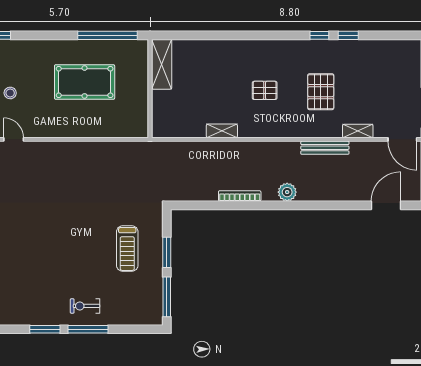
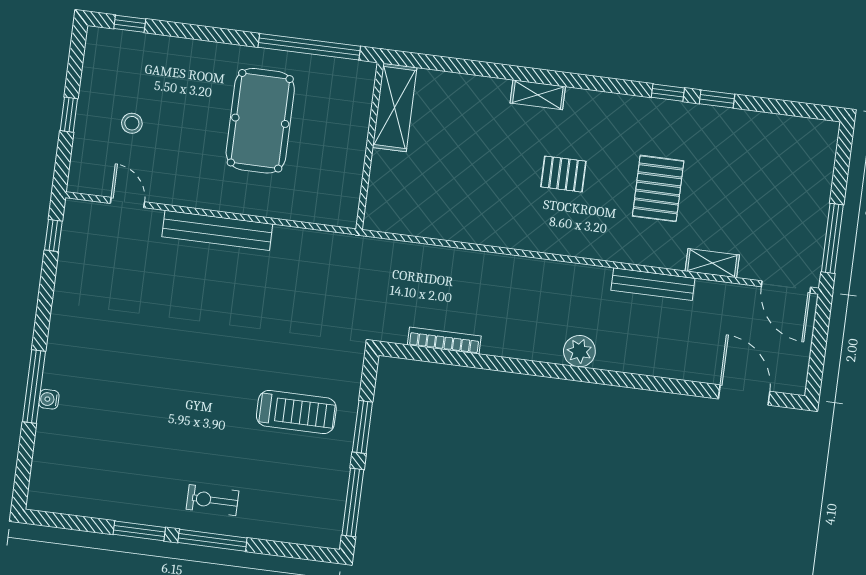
pool table: (85, 82) -> (260, 121), turned 90
shelving: (222, 131) -> (538, 95), moved
bench: (68, 149) -> (217, 230), added
bookcase: (240, 196) -> (444, 340), moved
door: (386, 205) -> (744, 395), hinge flipped
treadmill: (127, 249) -> (296, 412), turned -90

